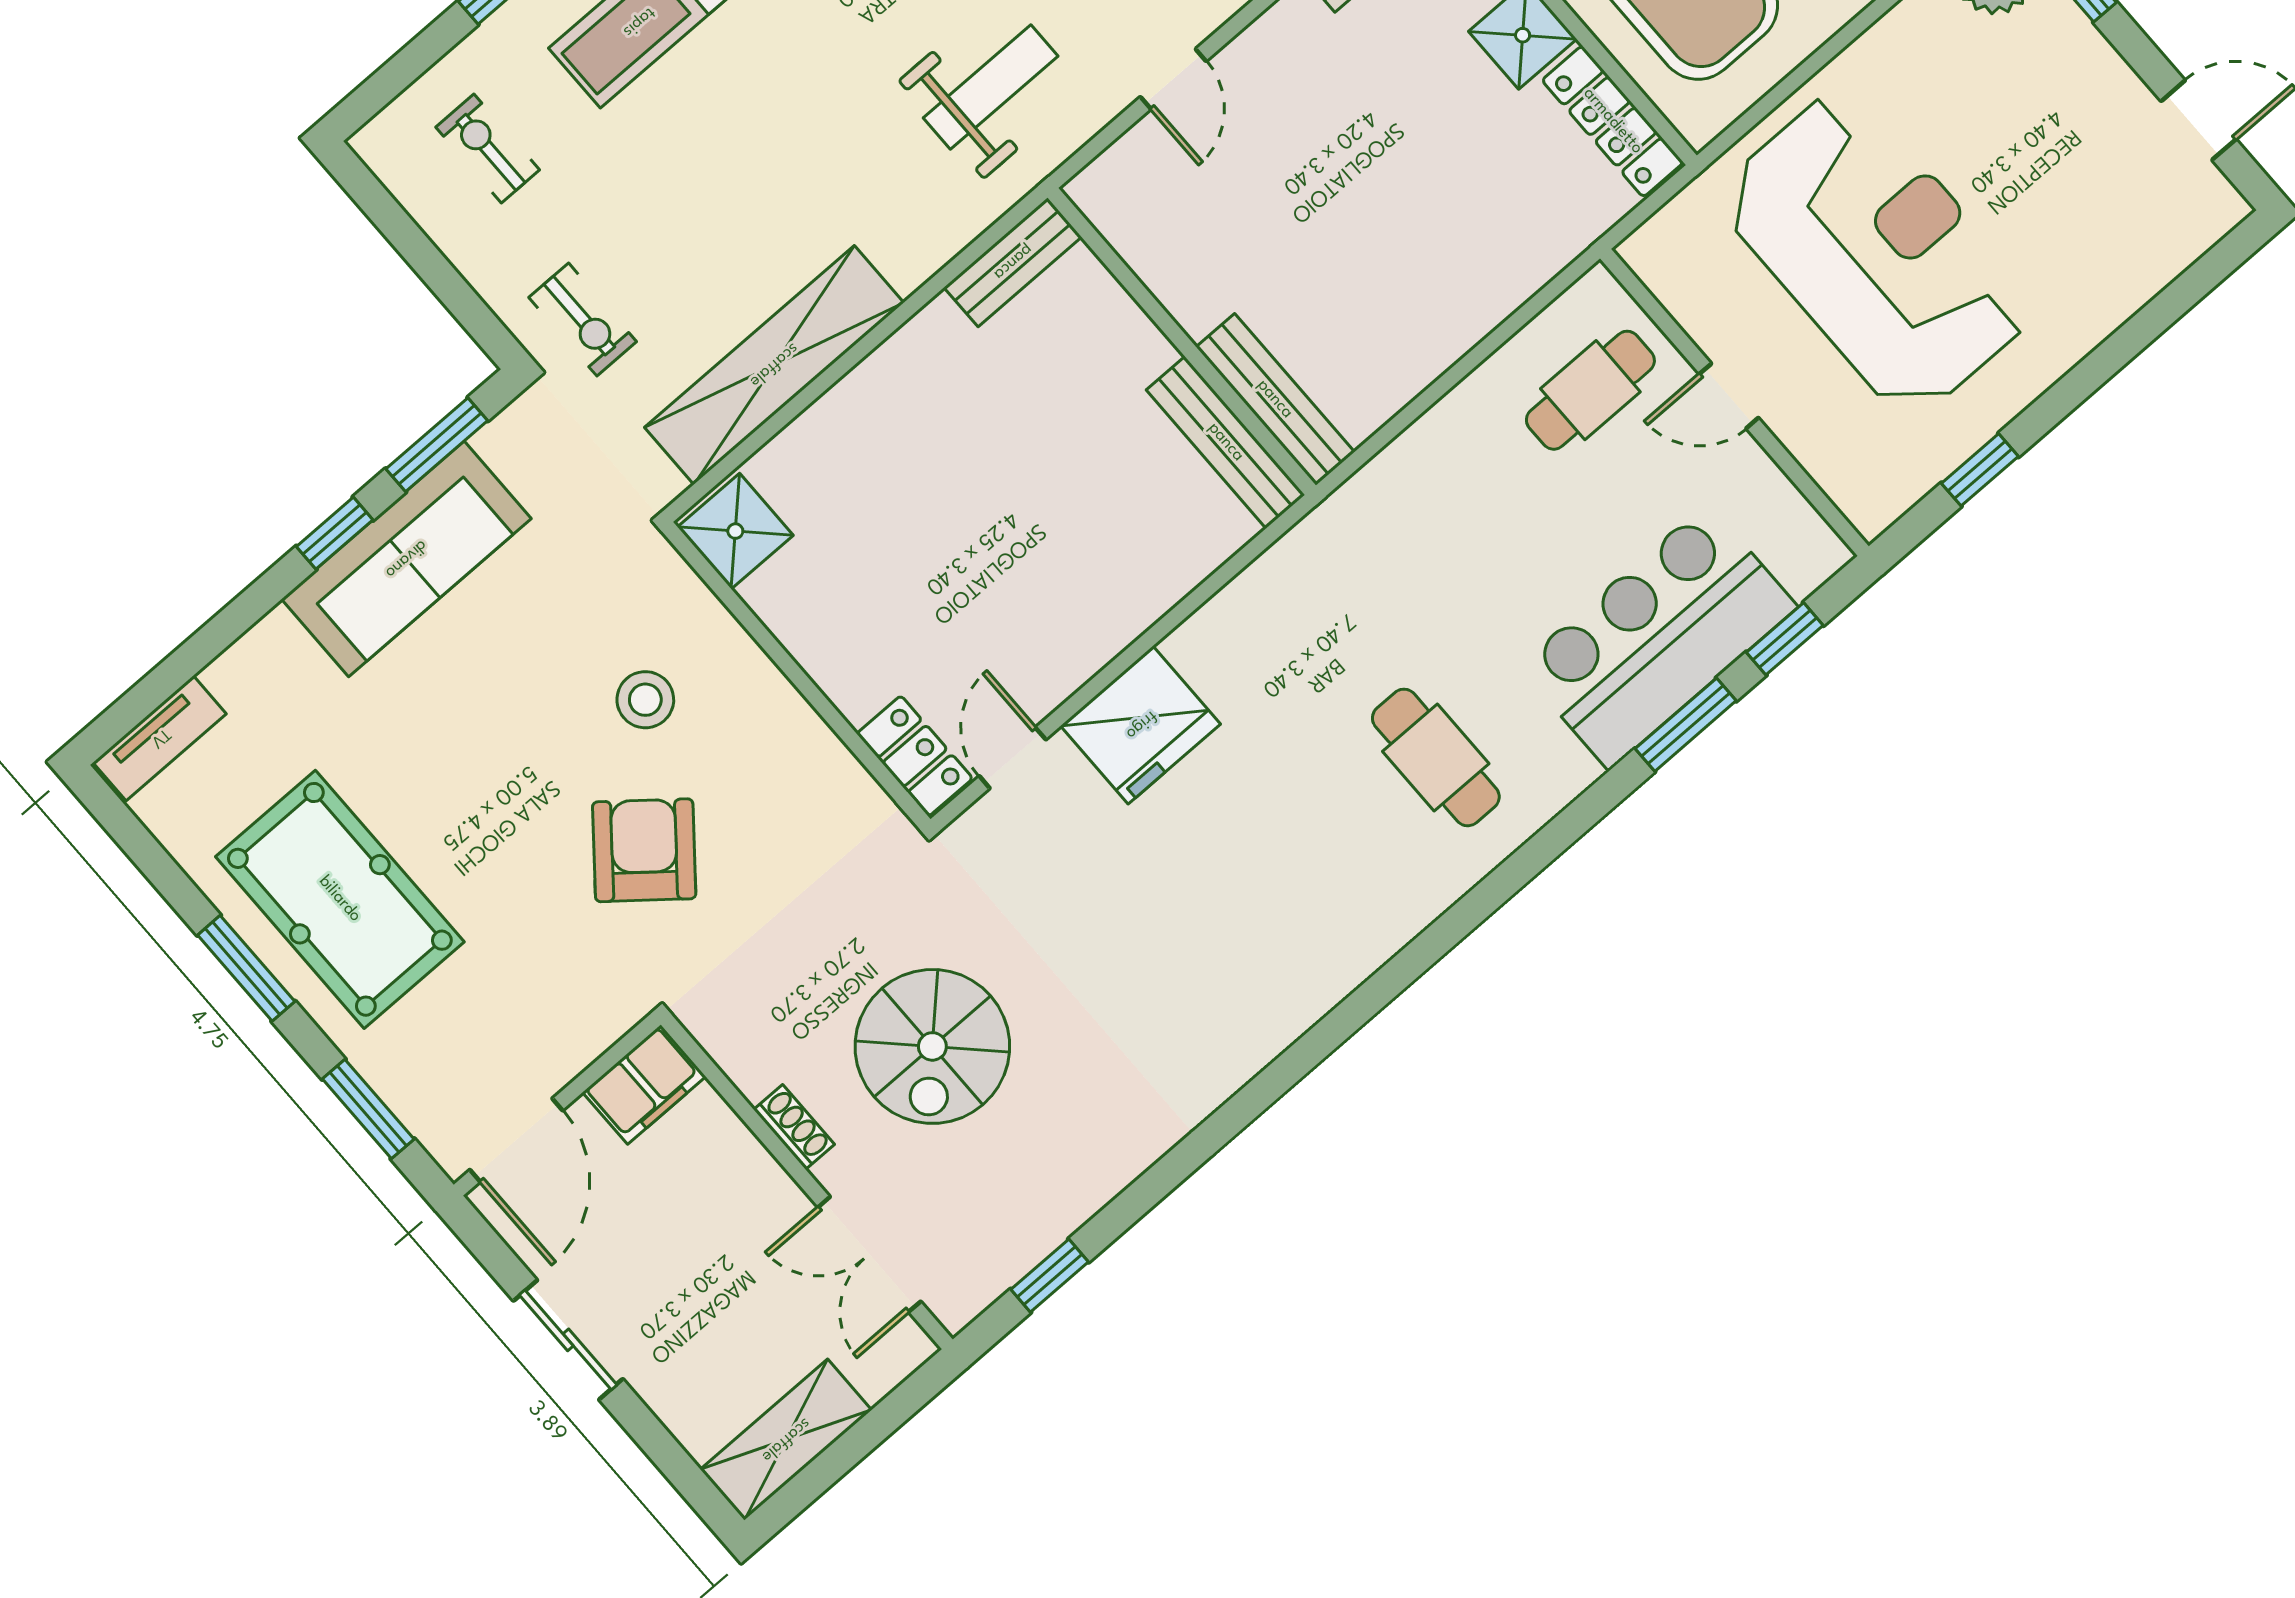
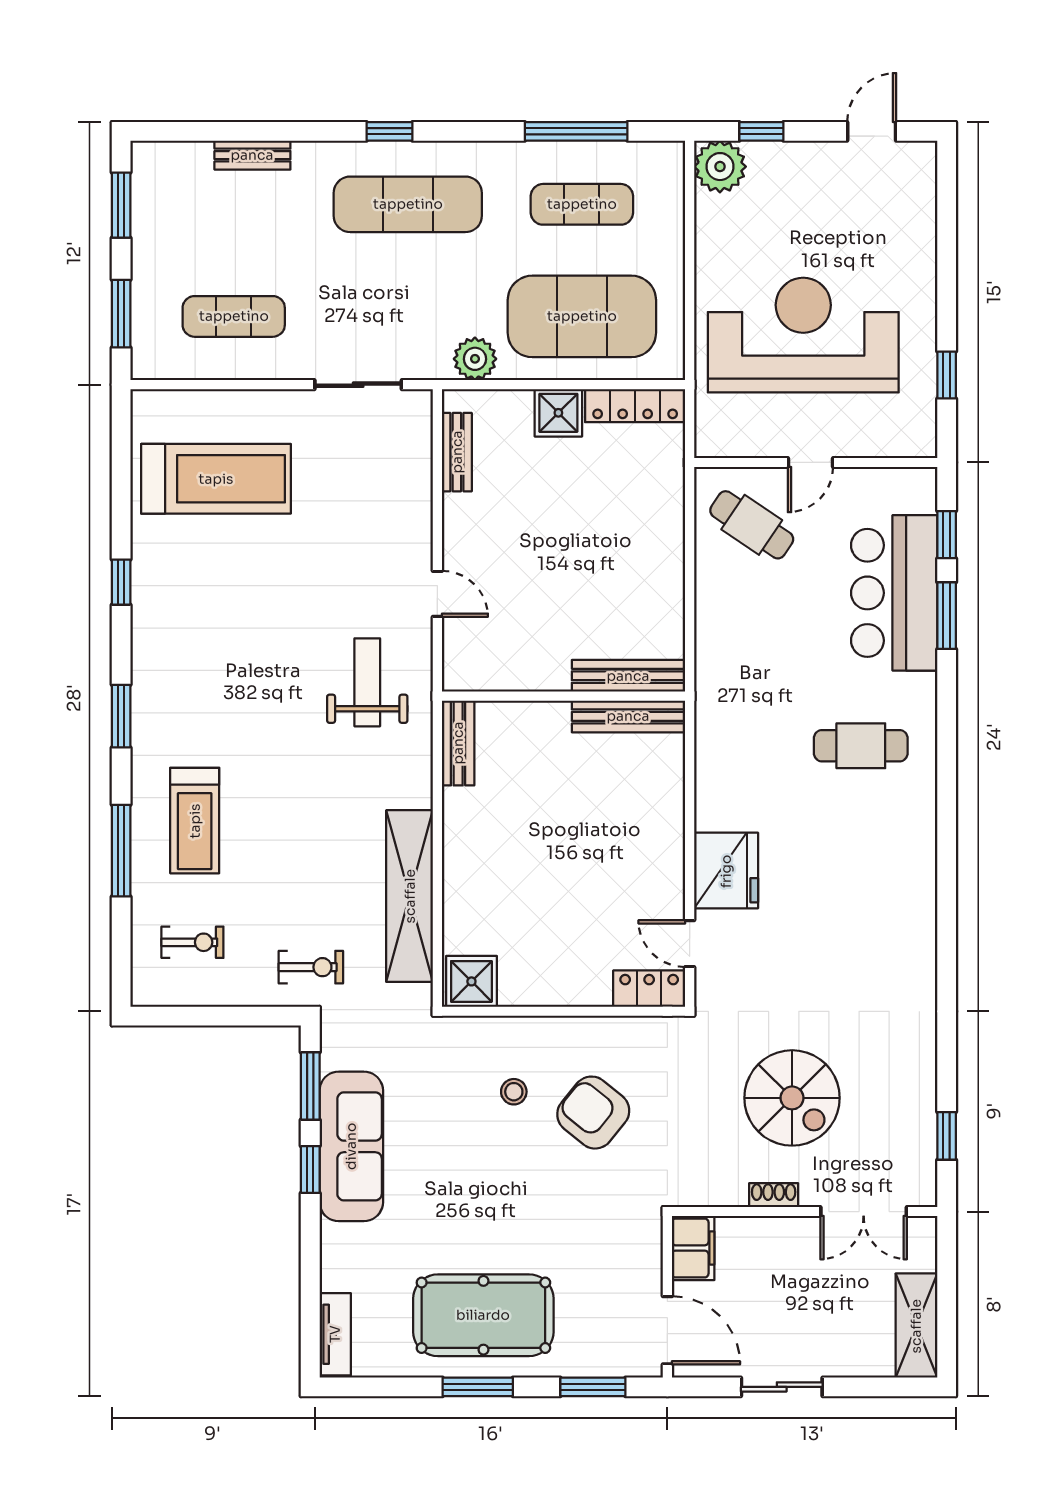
exercise bike: (488, 148) -> (192, 942), turned 180
cafe table: (1590, 390) -> (752, 525), turned -56
stool: (645, 700) -> (514, 1092), width x0.73, depth x0.73
armchair: (644, 850) -> (593, 1113), moved

